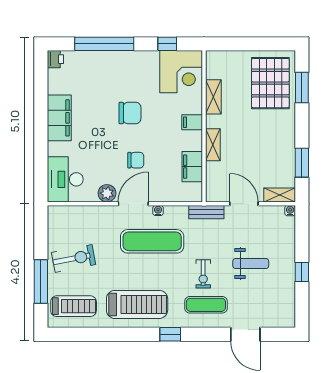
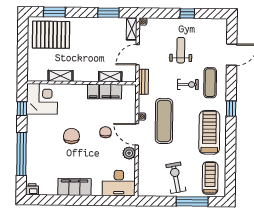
filing cabinet: (192, 122) -> (93, 91), moved
shelving: (213, 145) -> (110, 77), moved

